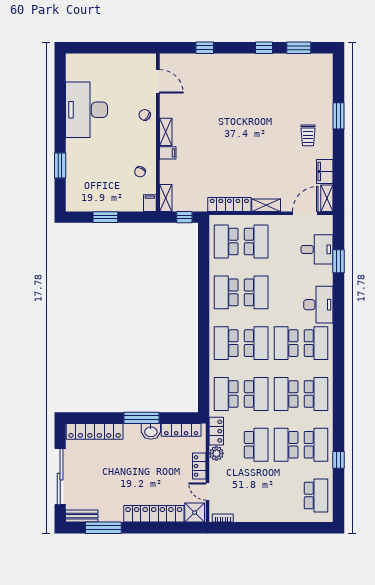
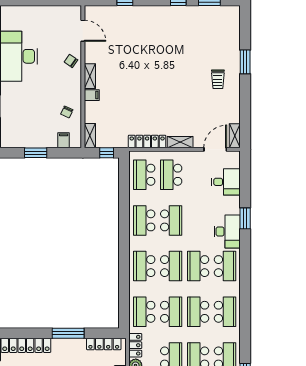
filing cabinet: (325, 172) -> (233, 112), removed
filing cabinet: (150, 203) -> (64, 140), moved
school desk: (256, 242) -> (171, 175), turned 180
window: (338, 261) -> (245, 218), moved
washbasin: (151, 431) -> (77, 345), removed

